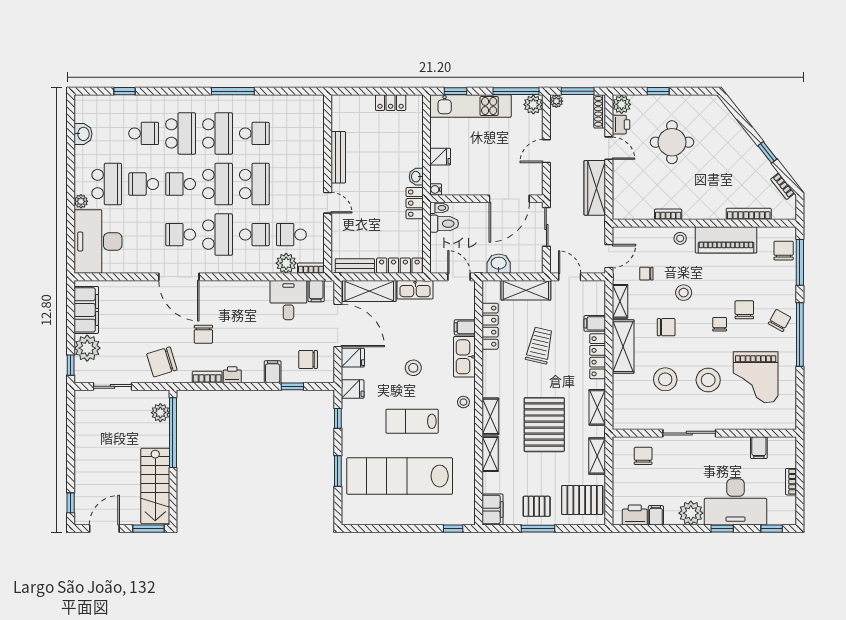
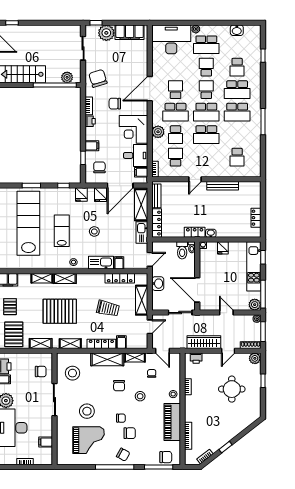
printer: (621, 125) -> (196, 358), moved
school desk: (254, 133) -> (237, 157), moved
plant: (286, 263) -> (158, 132), moved
corner desk: (246, 304) -> (133, 129), added
grand piano: (756, 377) -> (89, 440), turned 180
stool: (665, 379) -> (72, 373), moved

